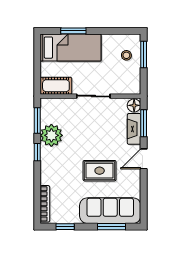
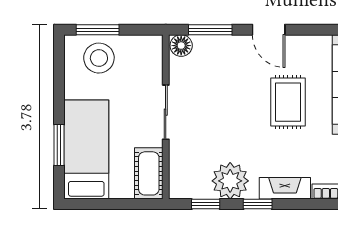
stool: (126, 55) -> (99, 58), width x1.89, depth x1.89
window: (37, 120) -> (206, 204), width x0.67
fireplace: (134, 129) -> (285, 188), moved, turned 180

